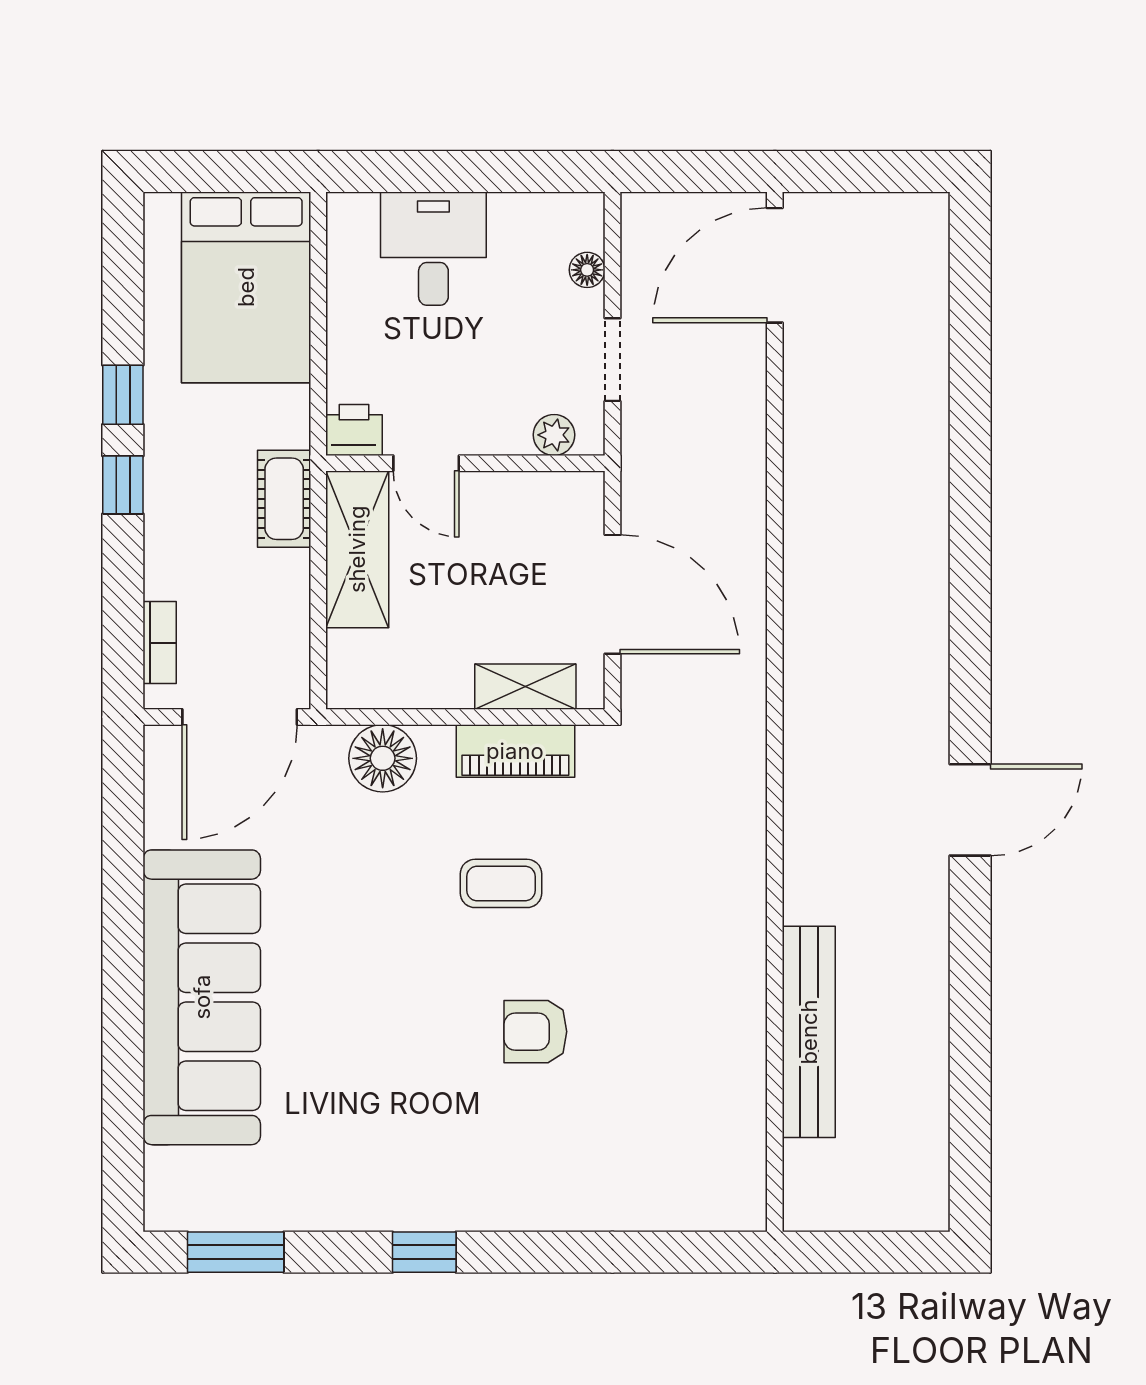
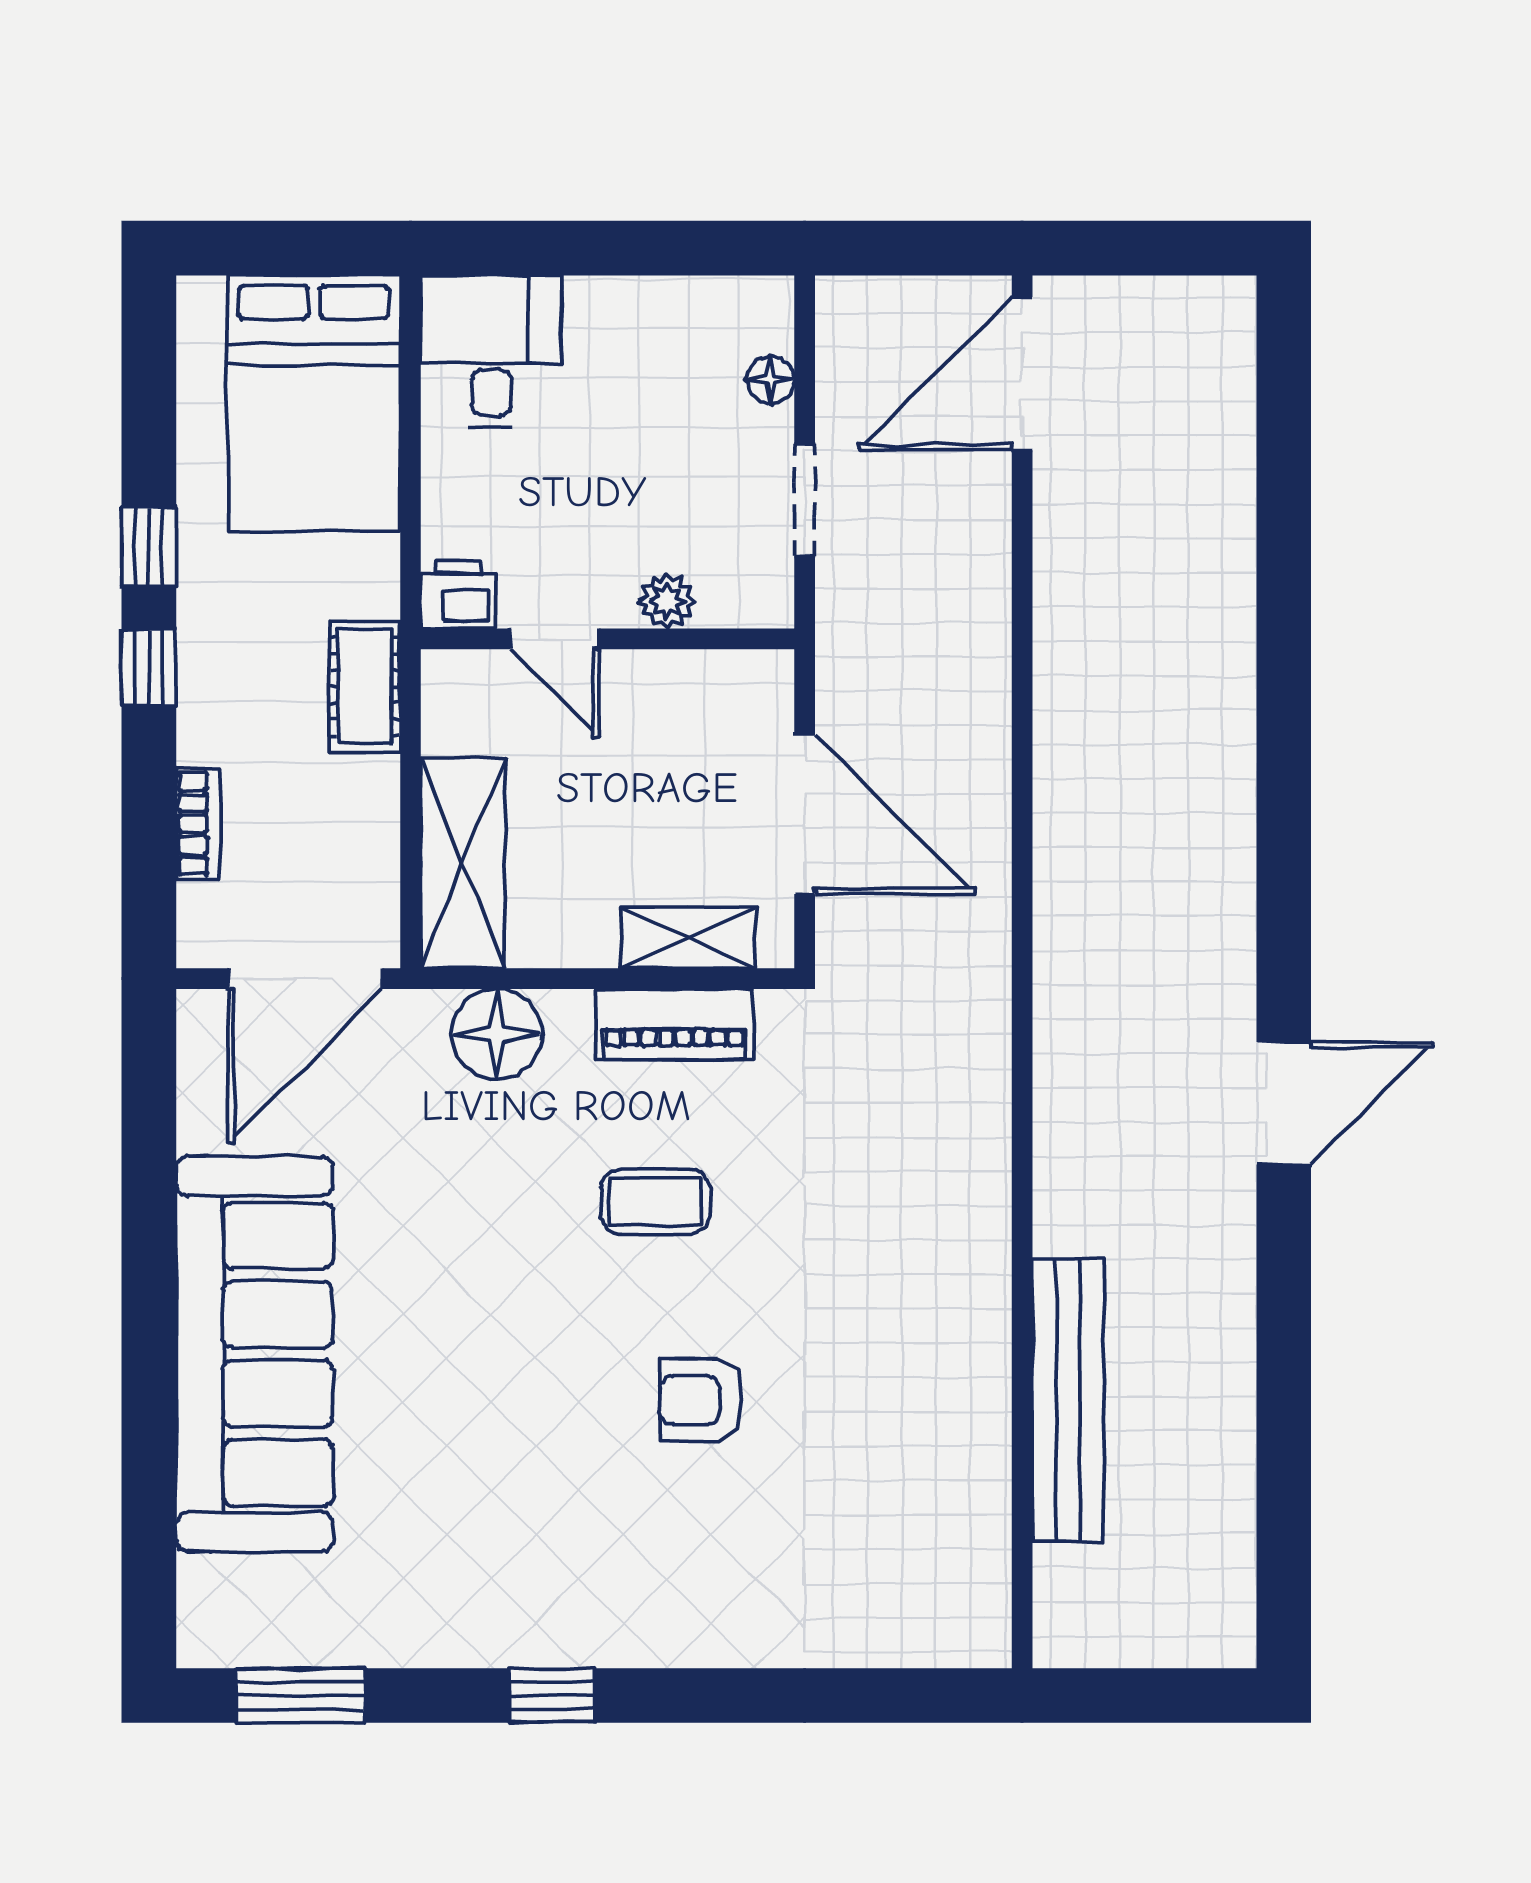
desk: (433, 249) -> (491, 351), moved
plant: (554, 435) -> (667, 601), moved
shelving: (357, 549) -> (463, 863), moved
bookcase: (160, 643) -> (198, 824), moved

